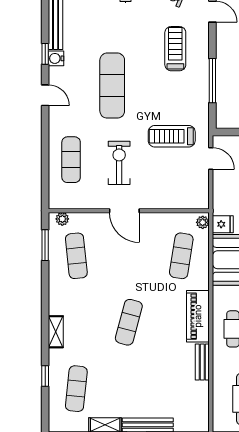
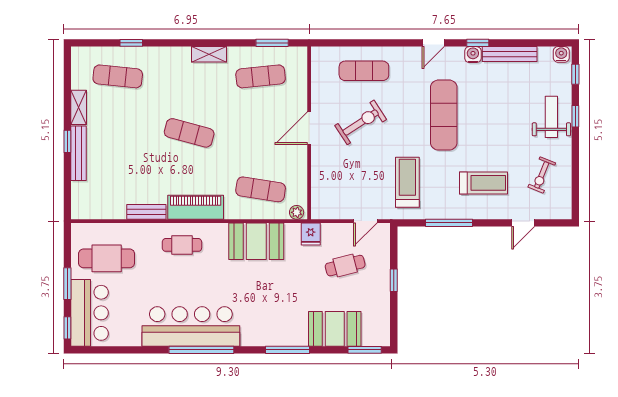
exercise mat: (112, 86) -> (444, 115), turned 90
treadmill: (172, 136) -> (407, 182), moved
exercise bike: (119, 163) -> (361, 122), turned -33
plant: (62, 219) -> (300, 61), removed
fridge: (223, 224) -> (311, 234), moved
shelving: (56, 332) -> (209, 54), moved

